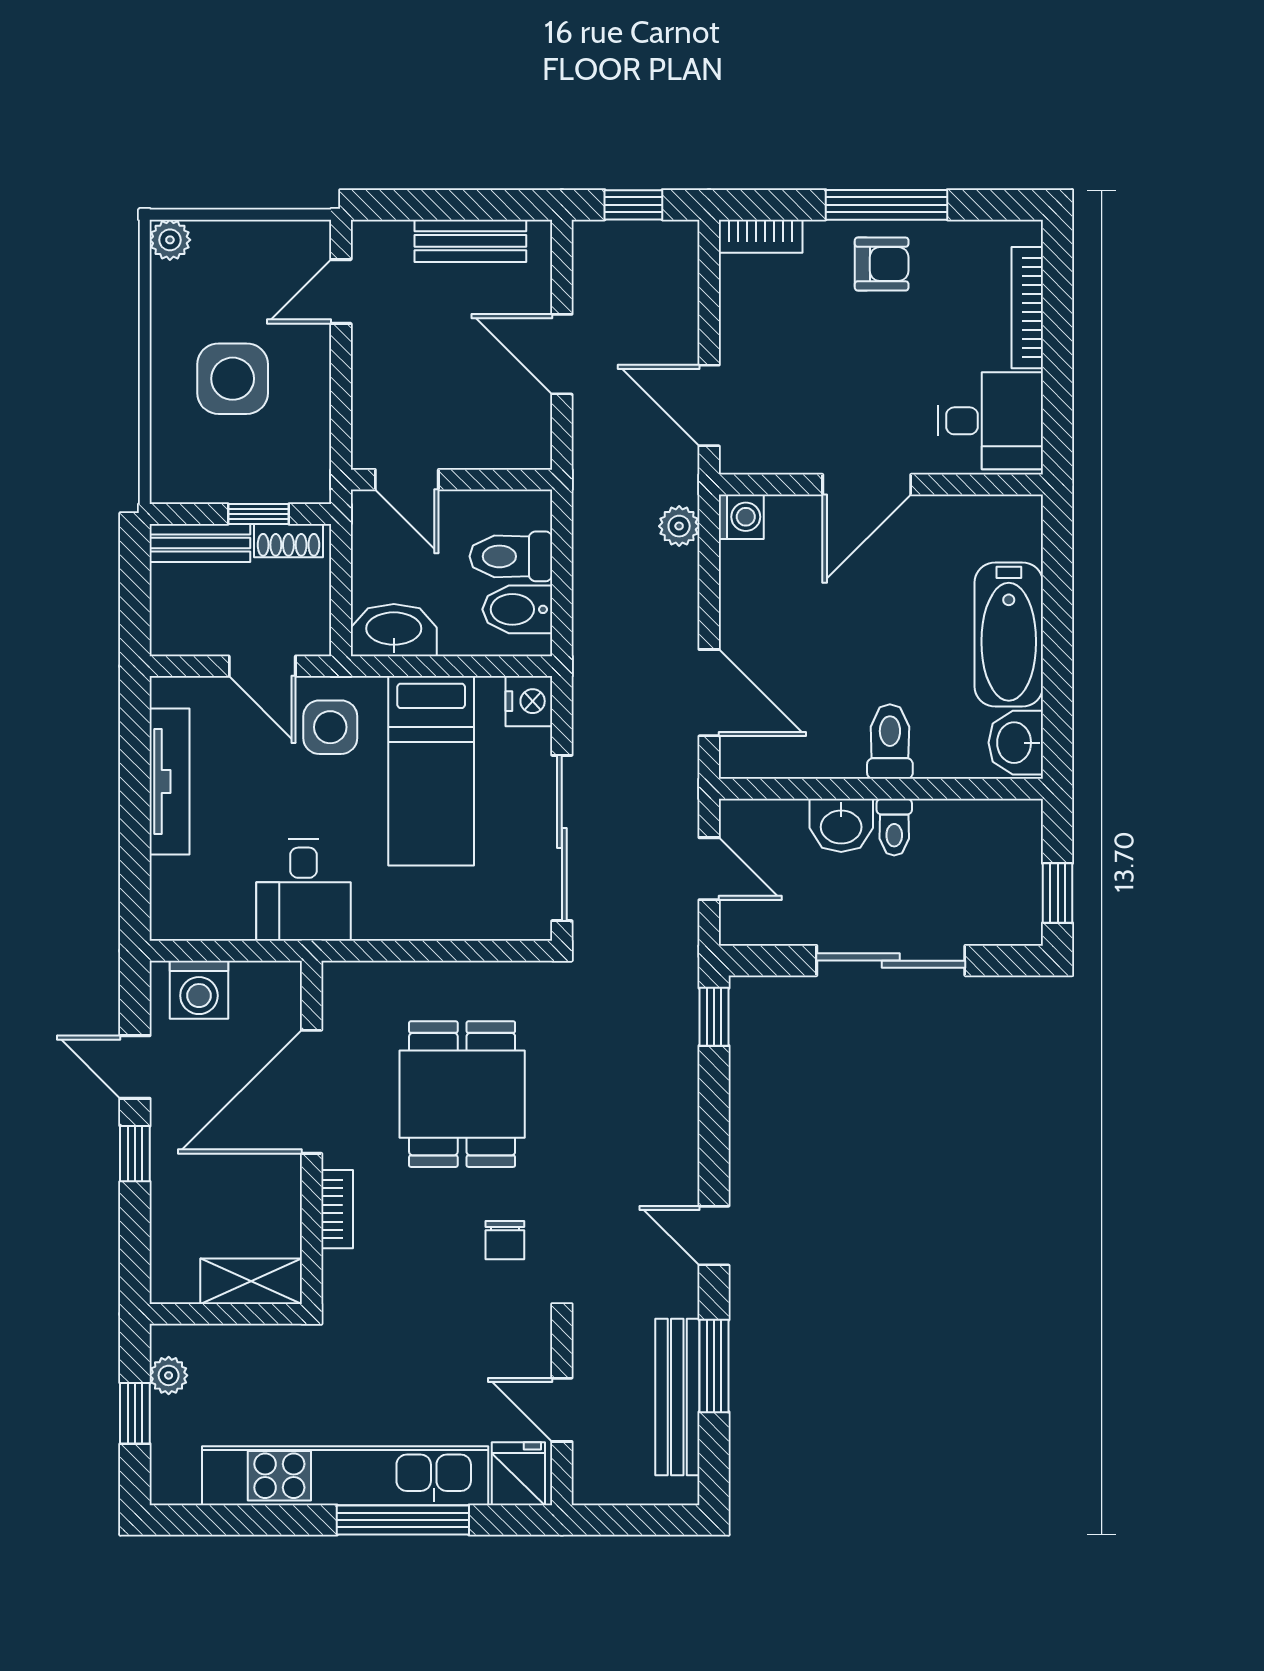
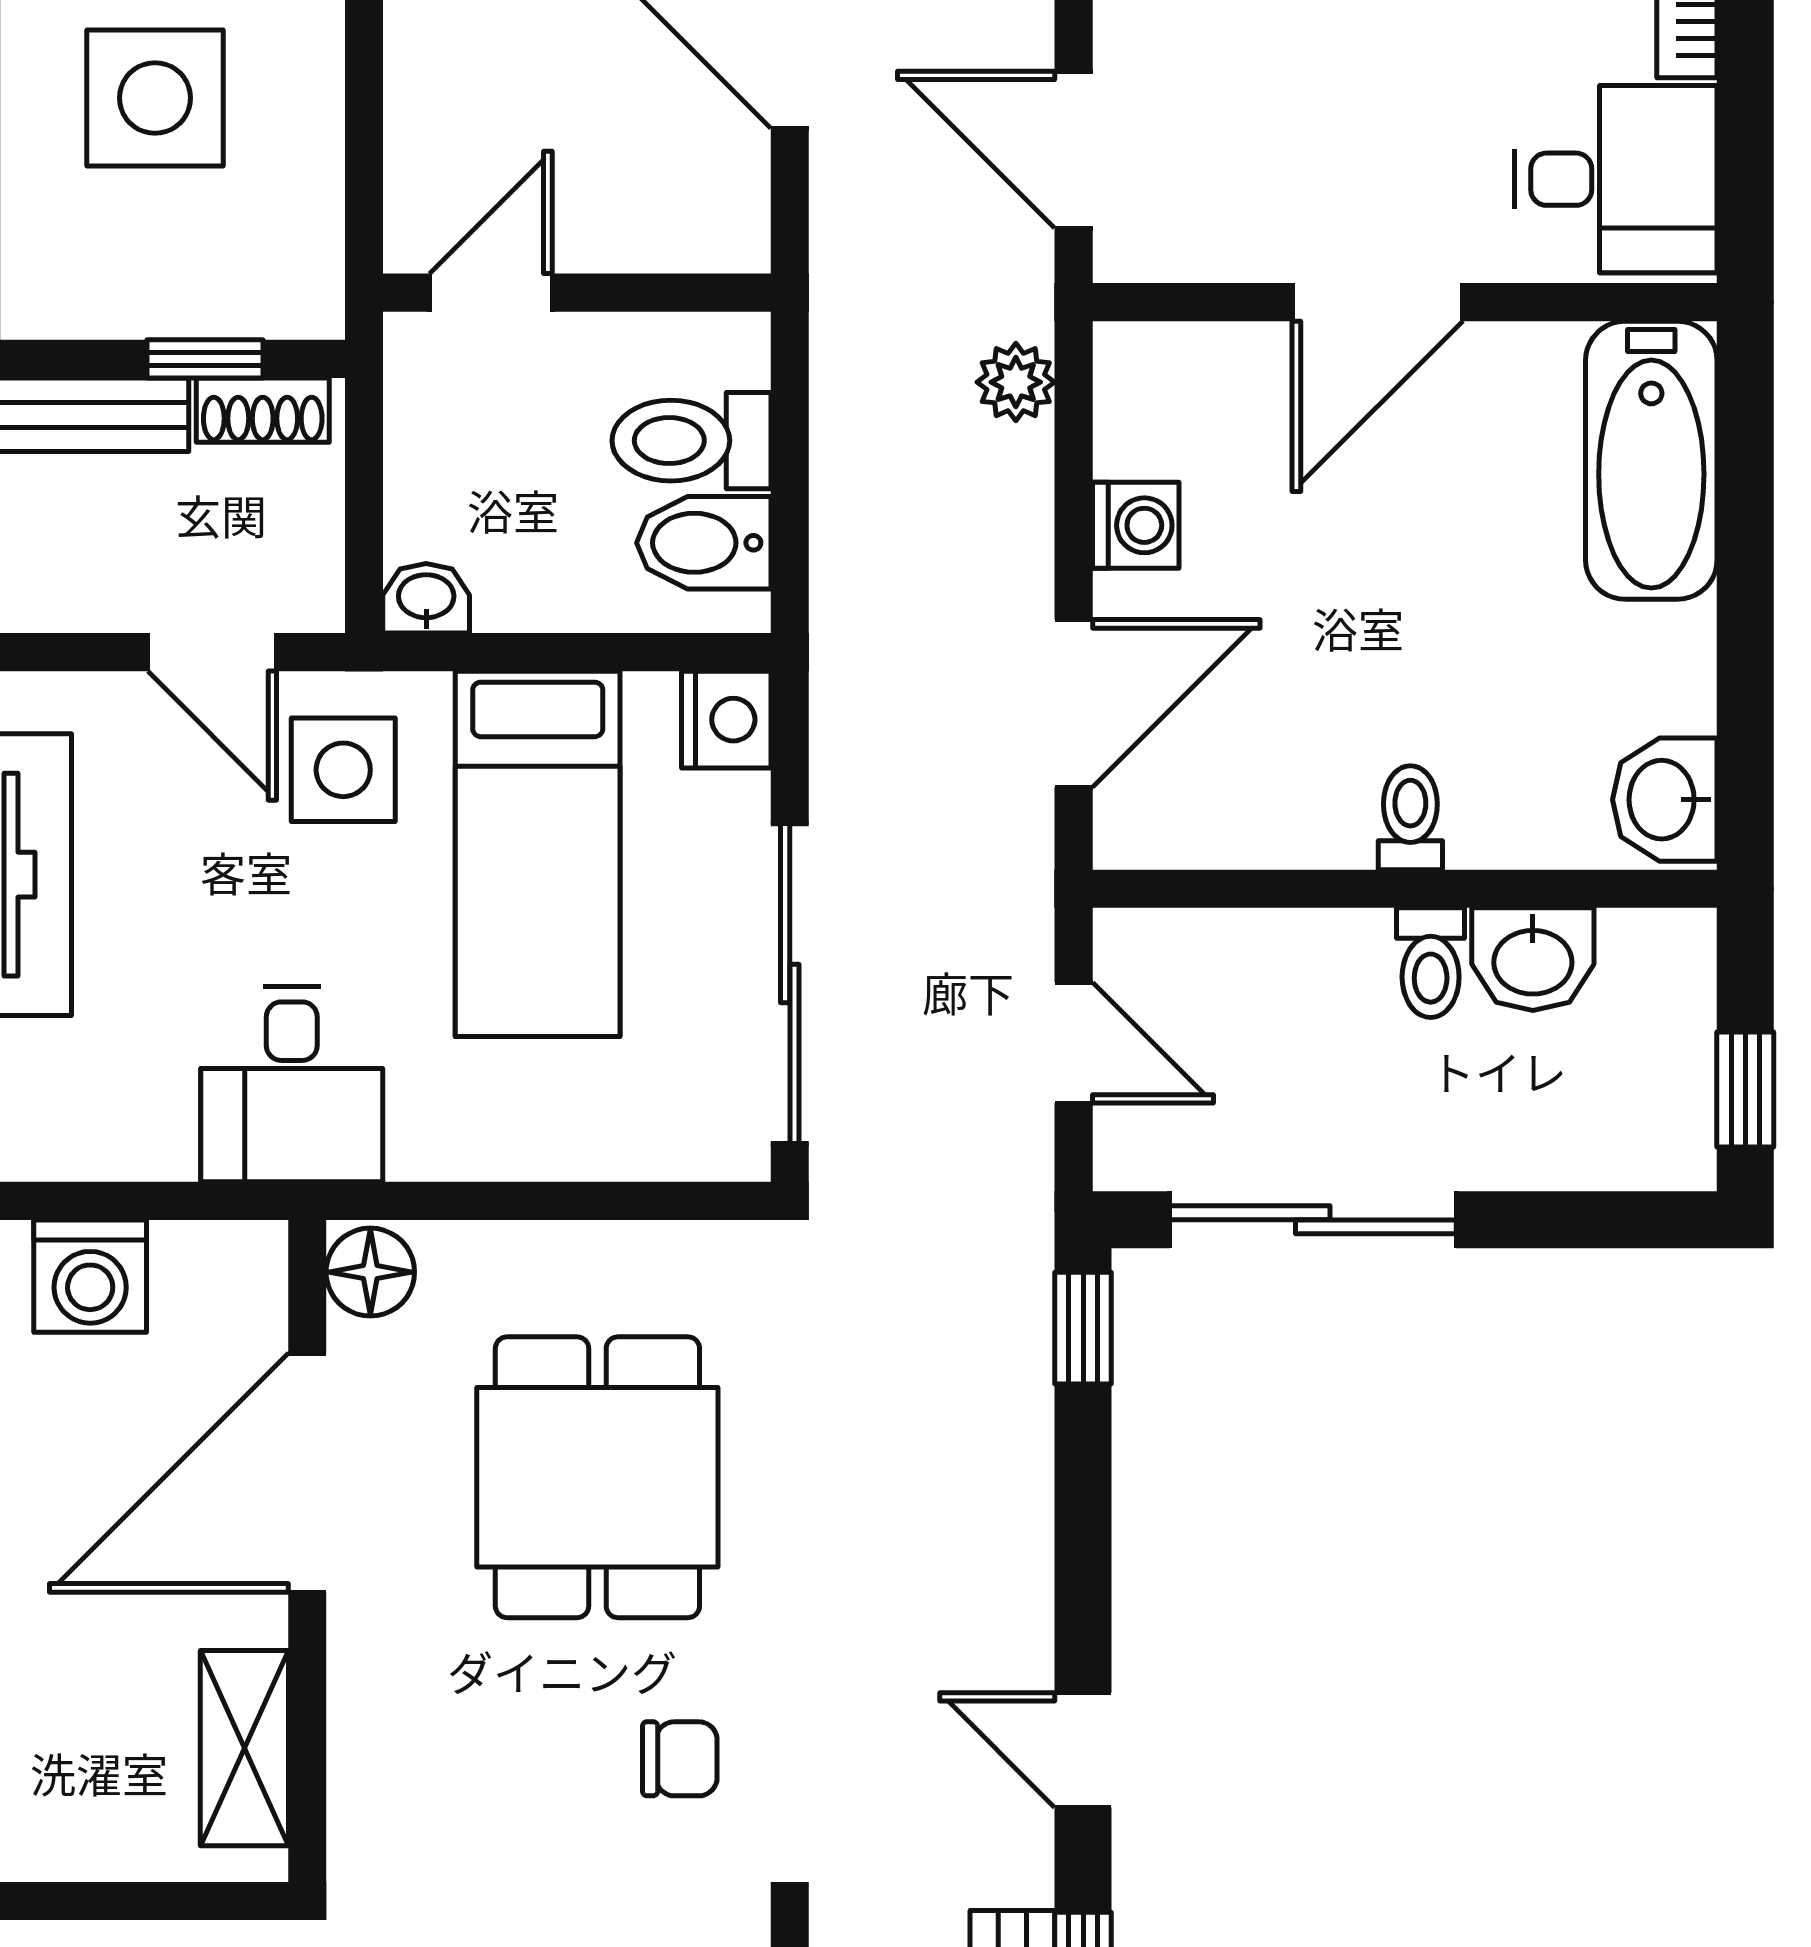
door: (407, 480) -> (491, 293), swing flipped
washing machine: (741, 517) -> (1136, 525), moved
washbasin: (394, 630) -> (426, 598), width x0.52, depth x0.69
bathtub: (1009, 634) -> (1651, 460), moved
door: (709, 693) -> (1074, 703), hinge flipped
toilet: (890, 742) -> (1410, 818), width x0.73, depth x0.72
washbasin: (841, 825) -> (1533, 959), moved
sliding door: (891, 961) -> (1313, 1220), moved
floor lamp: (344, 988) -> (370, 1272), added
bookcase: (337, 1209) -> (356, 1699), removed
chair: (505, 1240) -> (680, 1759), turned -90
shelving: (251, 1281) -> (244, 1748), moved, turned 90

